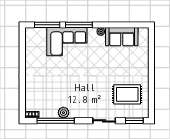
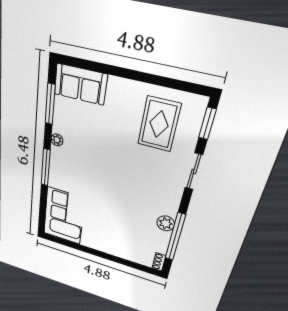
window: (47, 25) -> (50, 104), moved
sofa: (122, 37) -> (80, 84), moved, turned 90
corner sofa: (67, 42) -> (64, 216), moved

